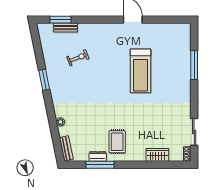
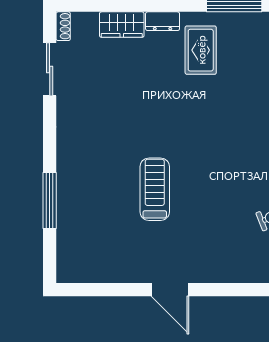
treadmill: (141, 71) -> (155, 189), width x0.73, depth x0.73
dresser: (98, 157) -> (163, 21), moved

